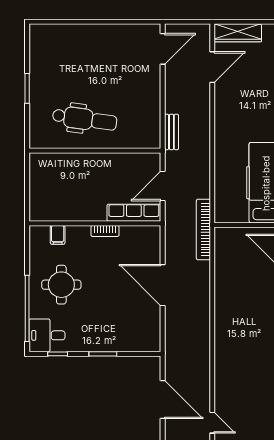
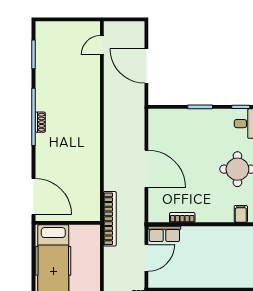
row of seats: (134, 213) -> (164, 234), width x0.68
bookcase: (105, 231) -> (182, 217), moved
door: (212, 423) -> (102, 45), hinge flipped

